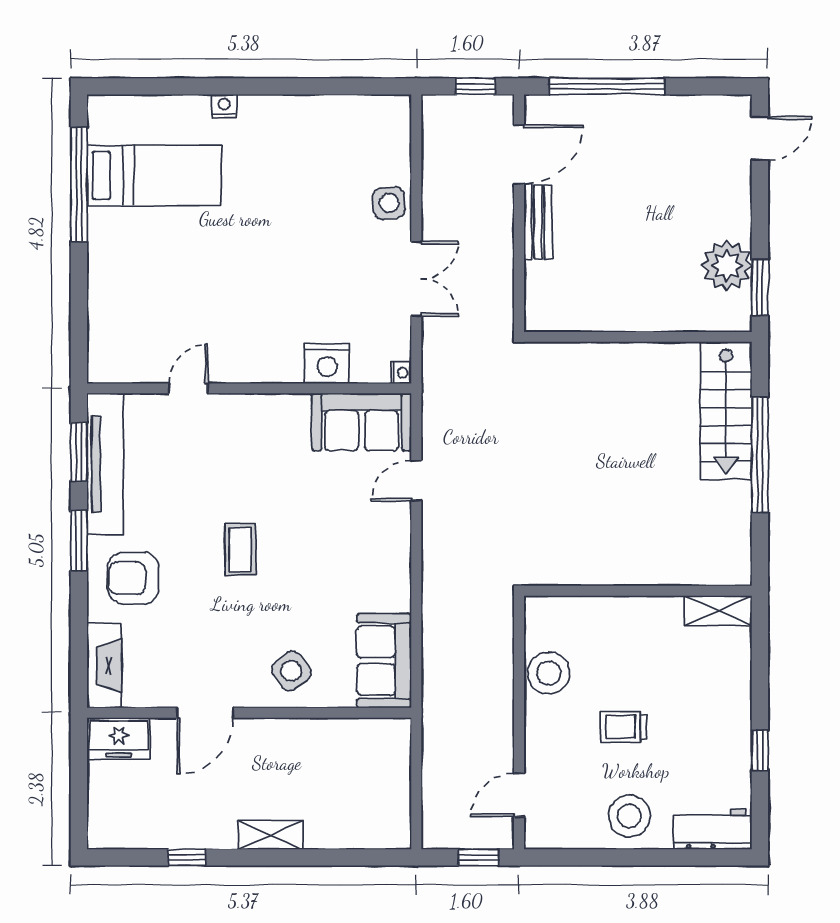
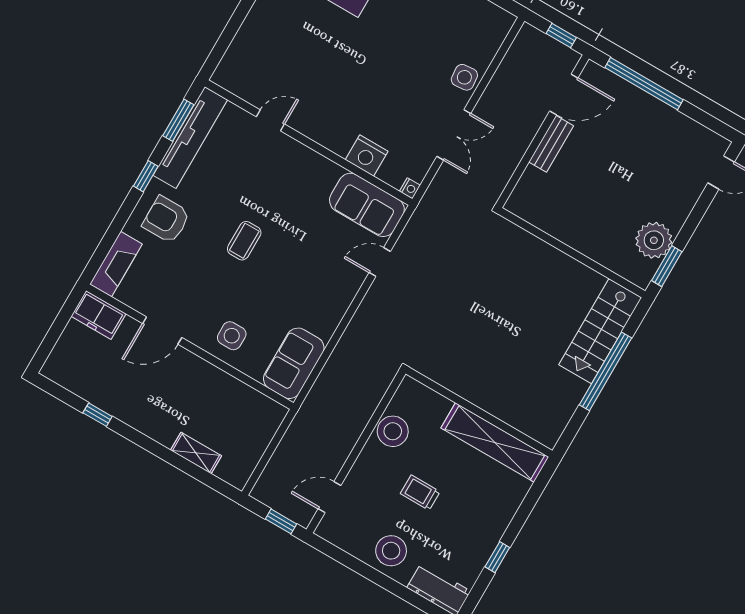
window: (79, 541) -> (146, 176), width x0.67
shelving: (718, 611) -> (495, 442), width x2.20, depth x1.33
side table: (291, 671) -> (232, 336), turned 36
shelving: (271, 835) -> (196, 453), moved

